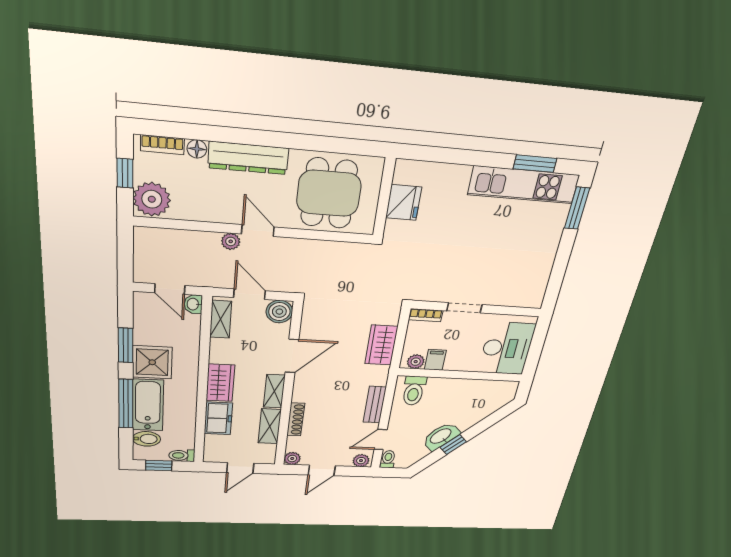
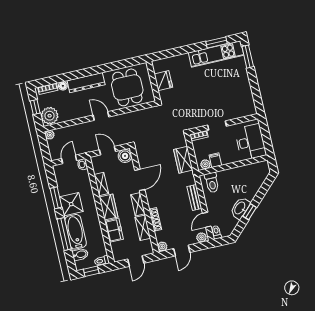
plant: (231, 241) -> (50, 135), moved
door: (170, 289) -> (69, 159), swing flipped
shelving: (221, 319) -> (101, 184), moved

